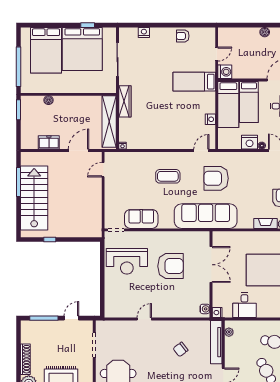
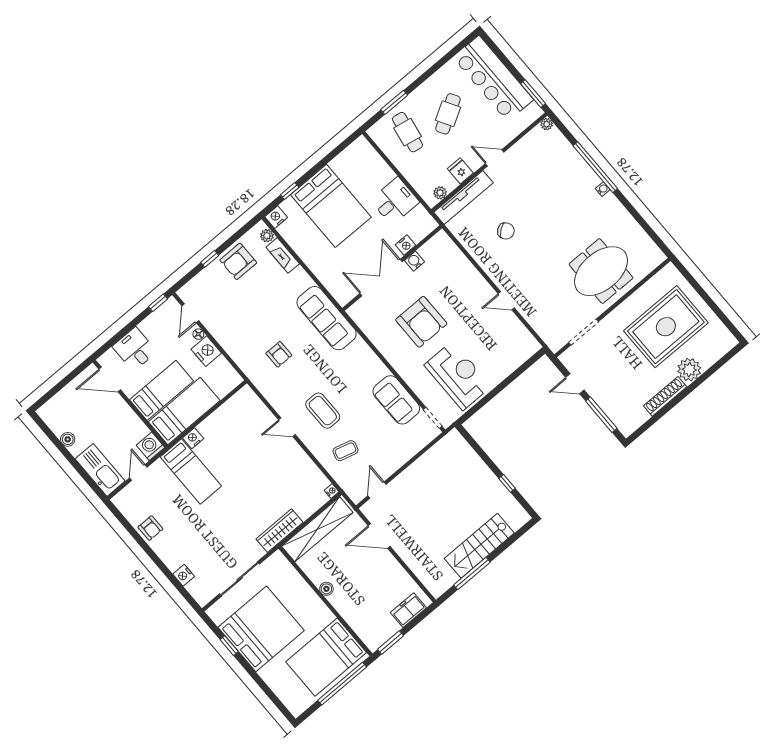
kitchen sink: (235, 35) -> (100, 470), added
bed: (46, 50) -> (326, 657), moved, turned 180
door: (217, 54) -> (138, 473), hinge flipped
boiler: (49, 100) -> (326, 589), moved
nightstand: (210, 119) -> (193, 438), moved
freezer: (49, 142) -> (408, 610), moved, turned 90
door: (201, 151) -> (287, 427), moved
door: (103, 170) -> (377, 490), swing flipped
coffee table: (137, 171) -> (345, 451), added
armchair: (216, 178) -> (279, 354), width x0.53, depth x0.53
stairs: (34, 198) -> (479, 546), width x0.73, depth x0.66
sofa: (206, 216) -> (327, 318), width x0.74, depth x0.79
armchair: (171, 266) -> (421, 322), turned 180
water cooler: (205, 309) -> (414, 261), moved
nightstand: (217, 313) -> (406, 245), moved
fridge: (231, 352) -> (460, 171), added

